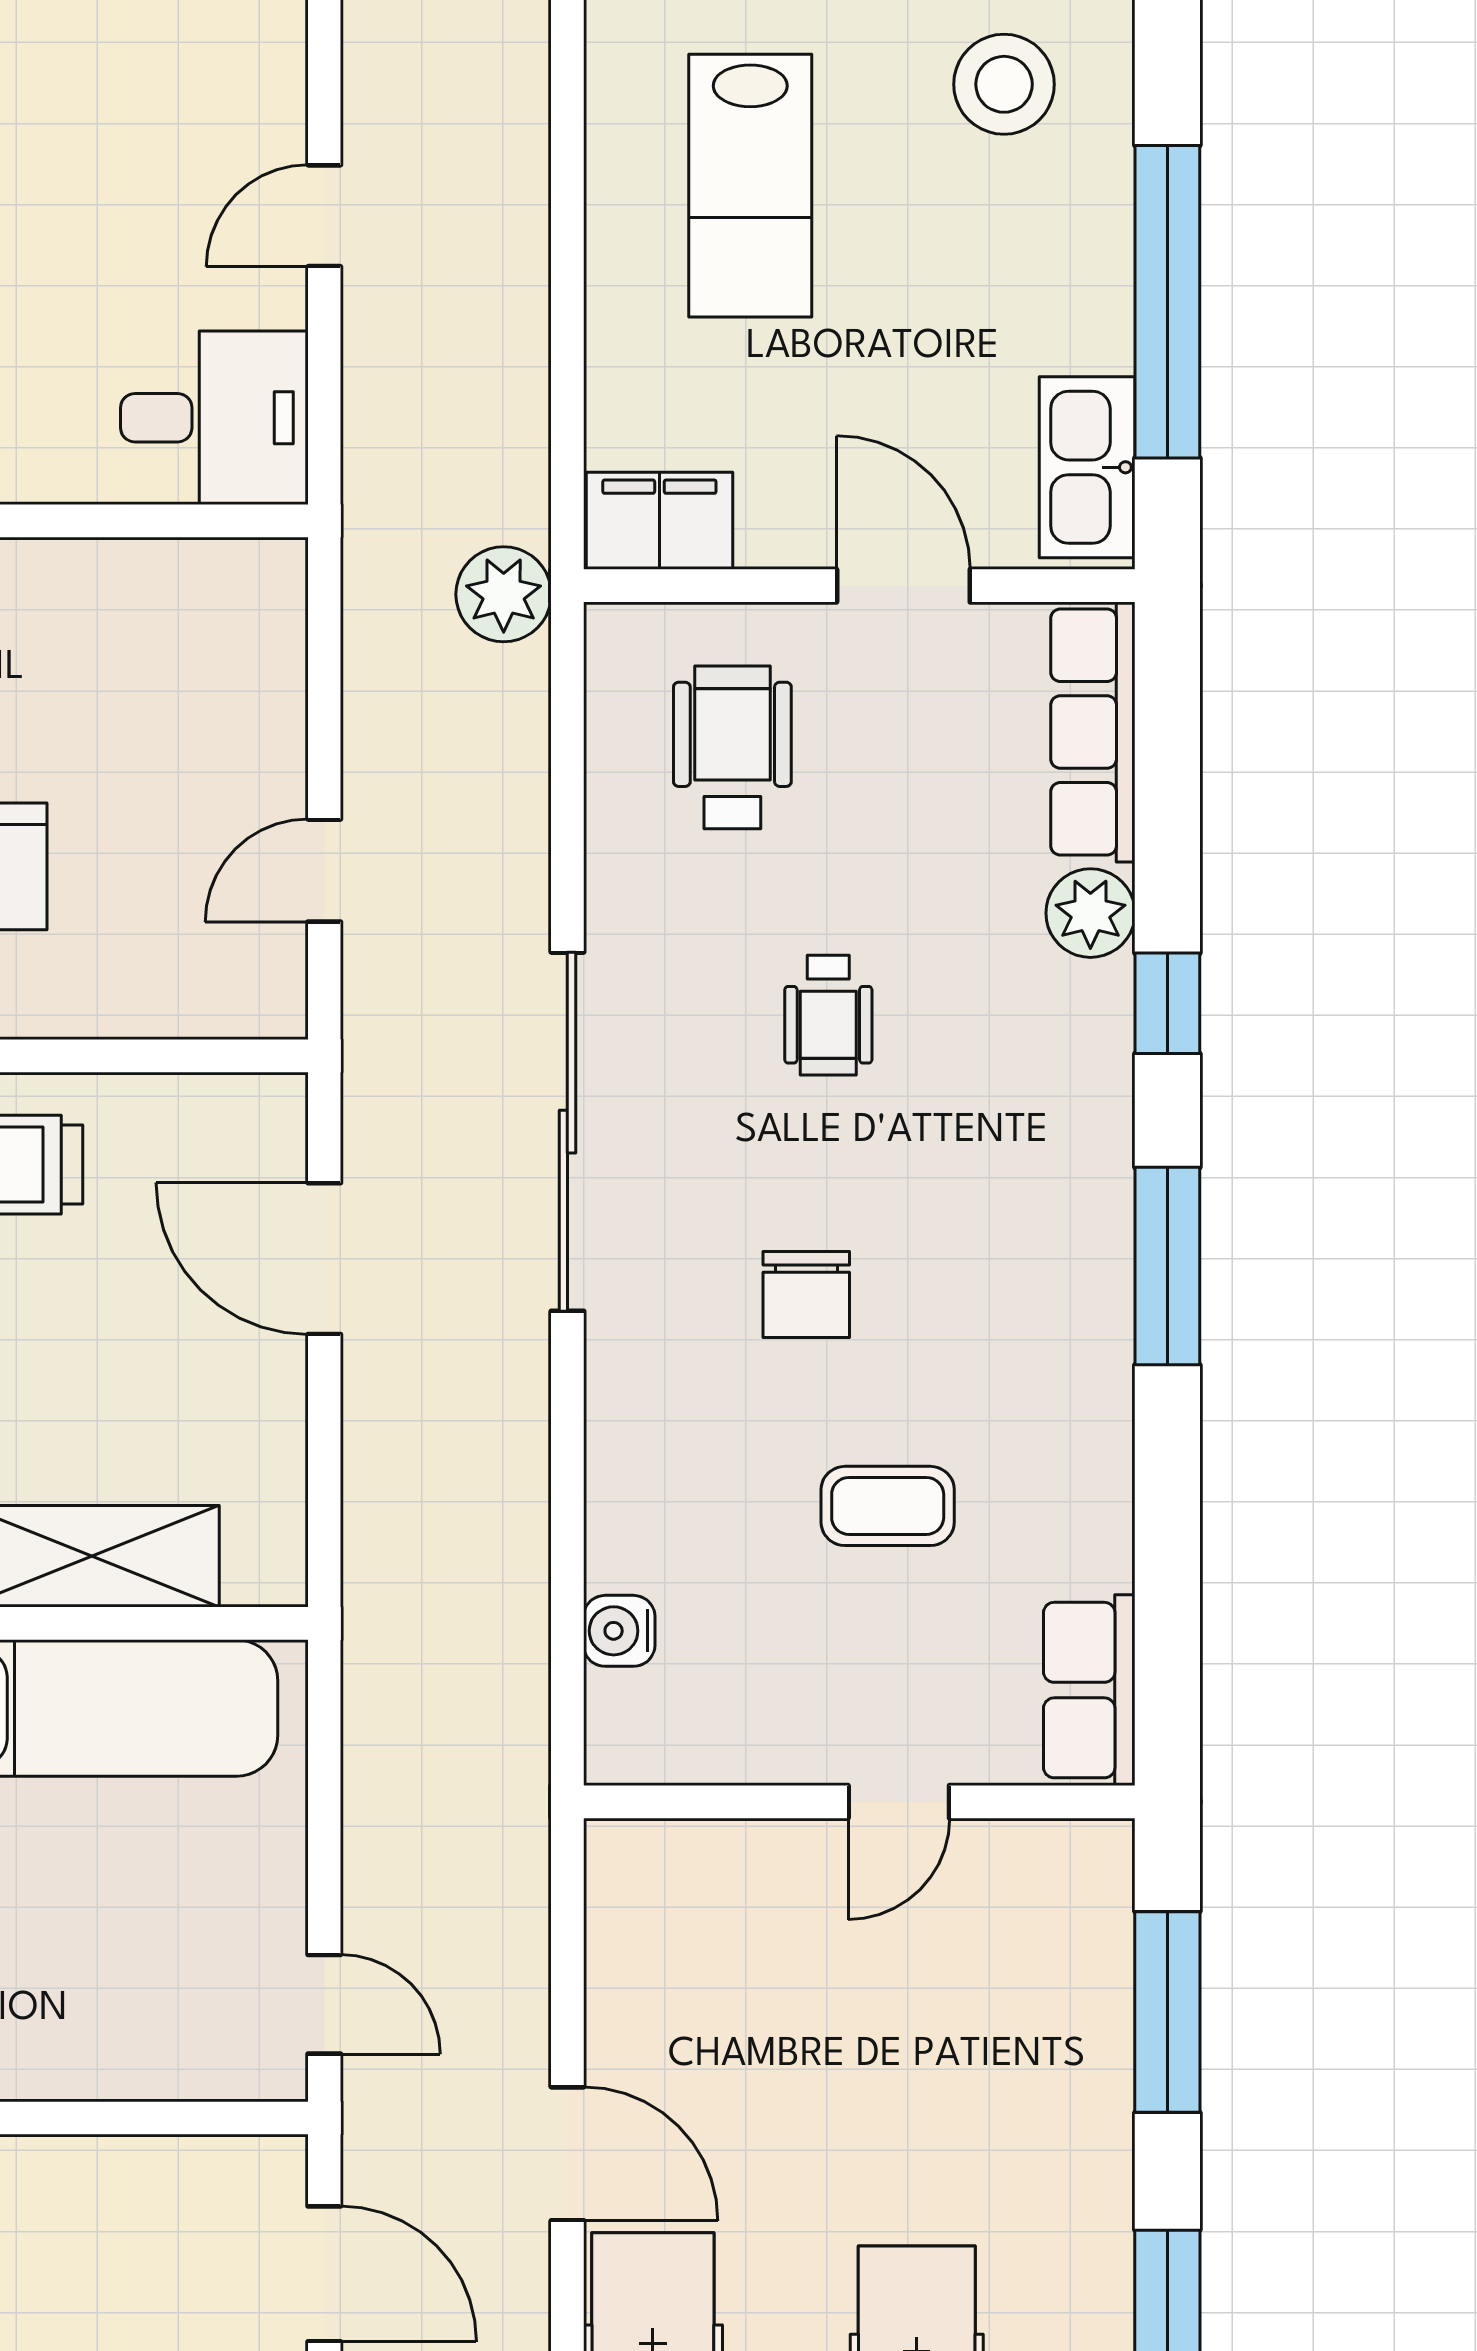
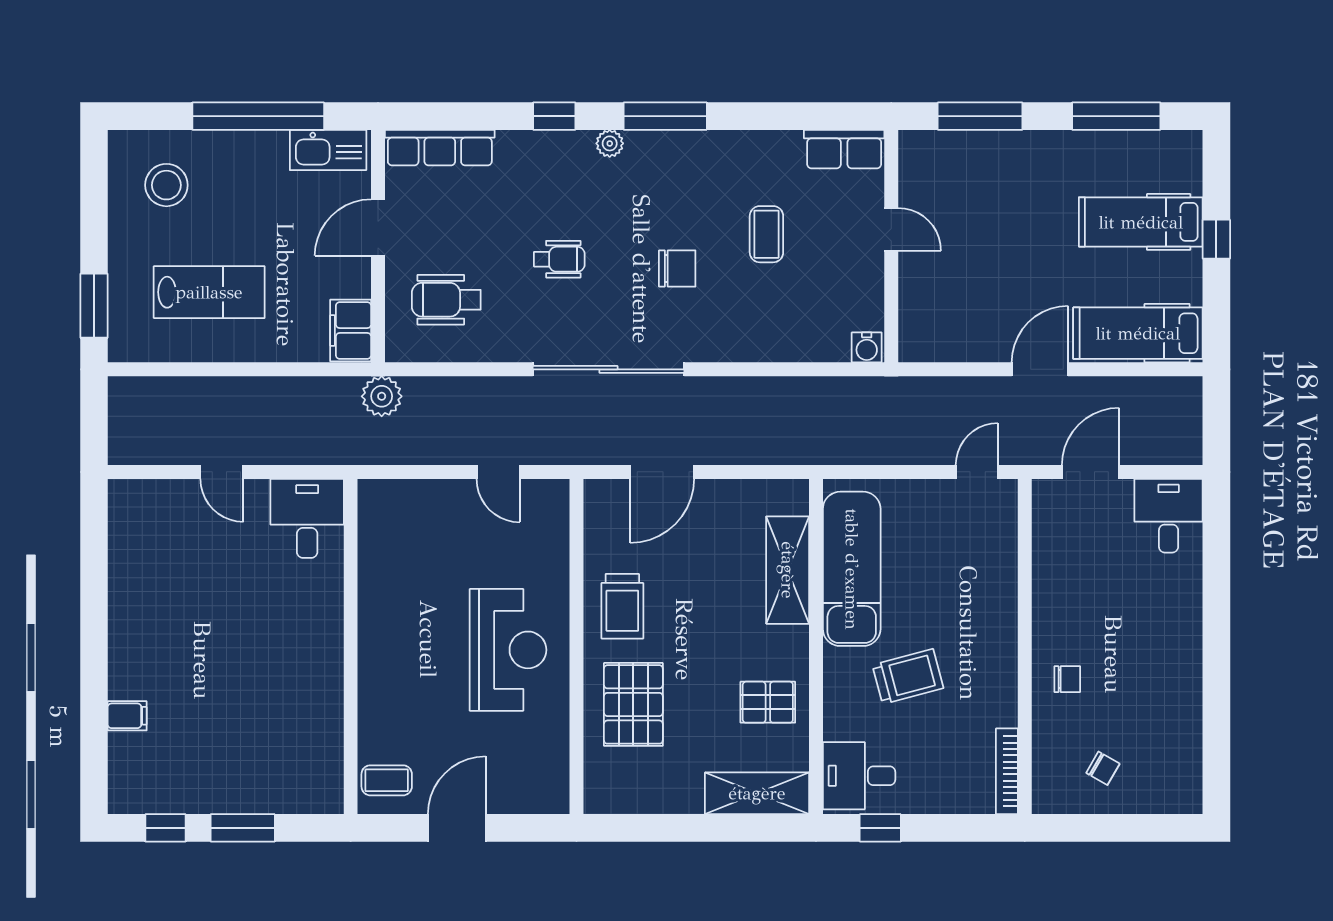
plant: (1090, 913) -> (610, 143), moved, width x0.73, depth x0.73
water cooler: (619, 1631) -> (867, 347), moved

